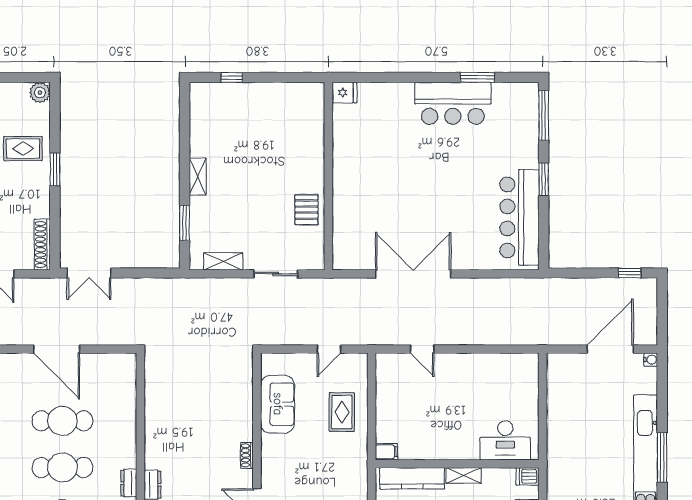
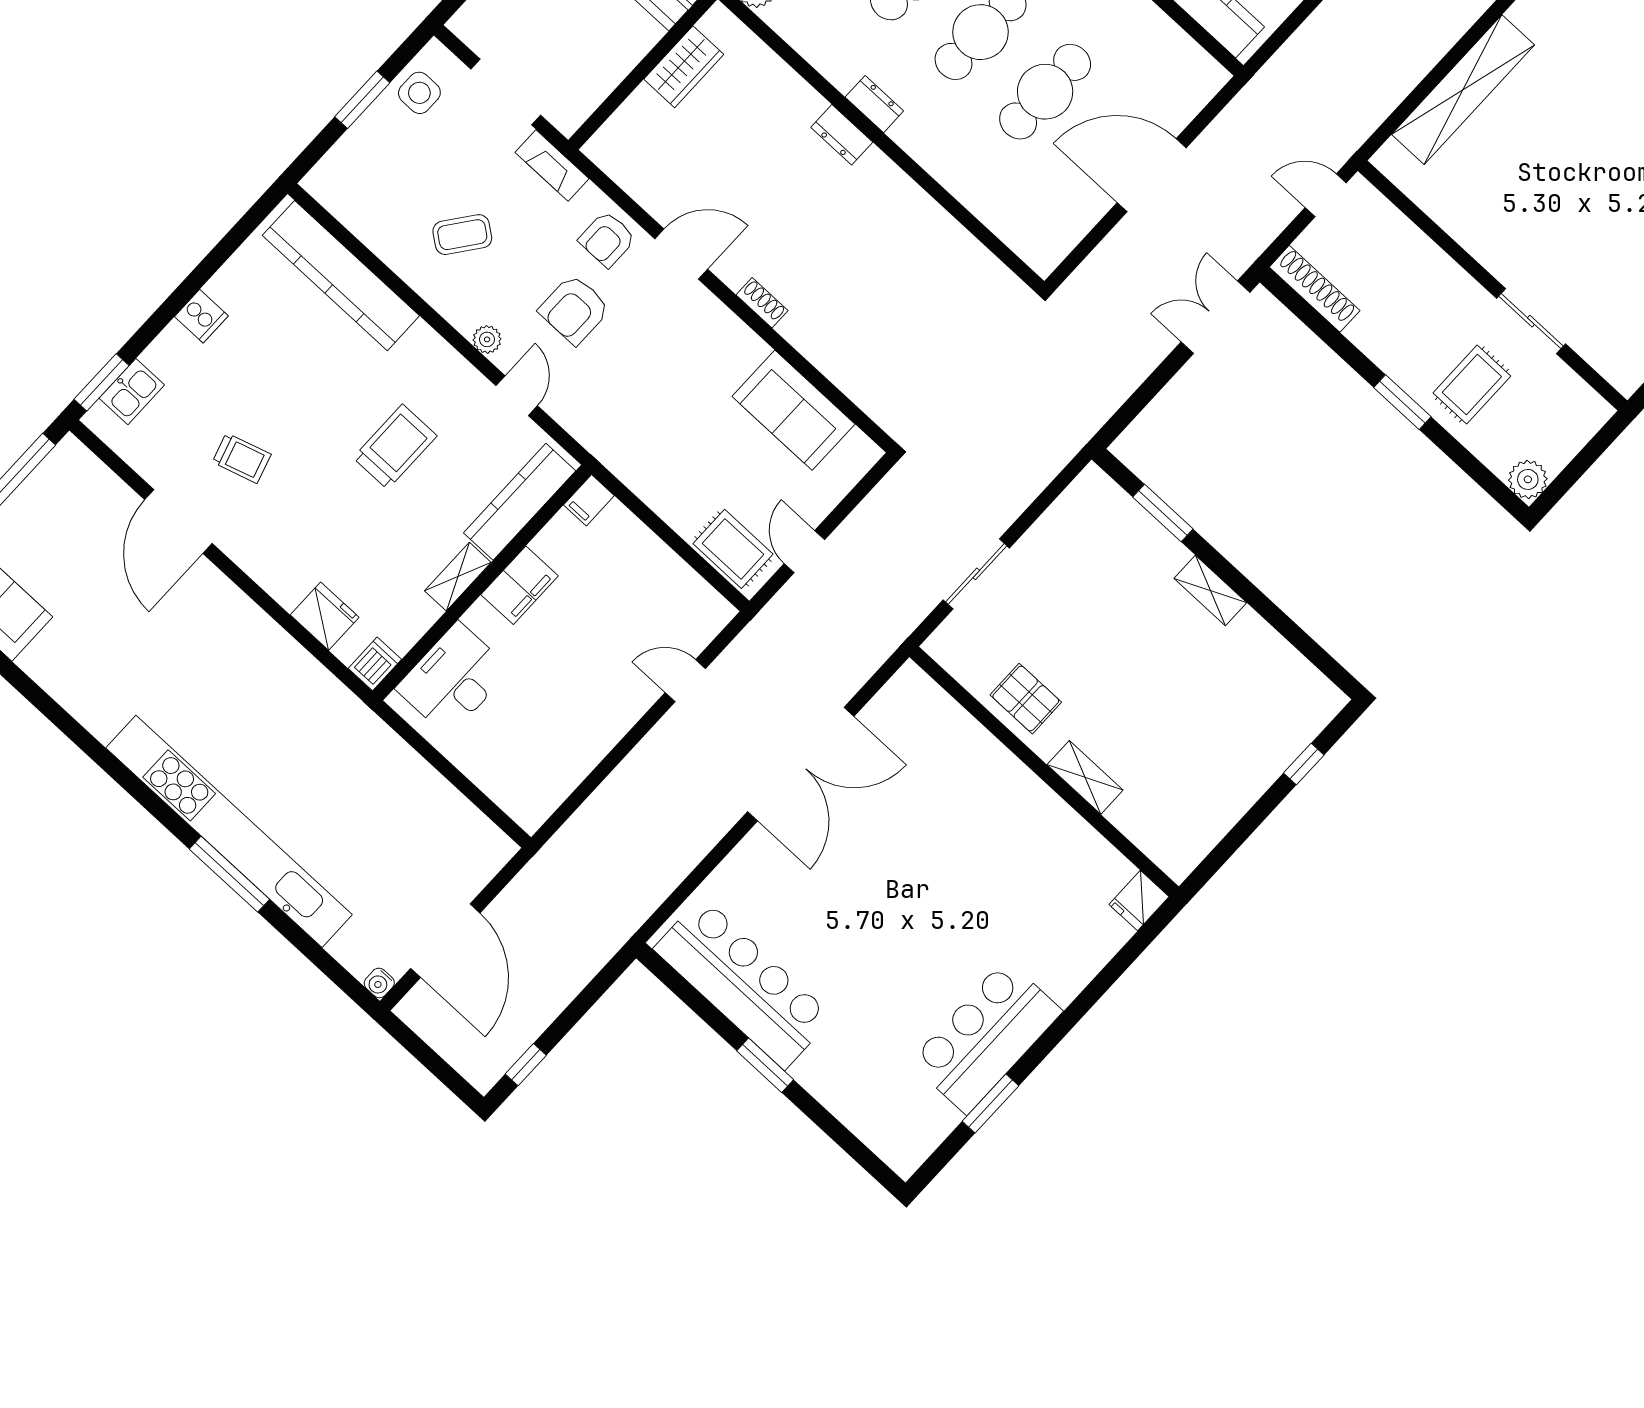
window: (544, 115) -> (853, 1147), removed
shelving: (223, 261) -> (1085, 777), moved, turned 90
rug: (342, 412) -> (733, 549), moved
filing cabinet: (445, 448) -> (520, 585), added

